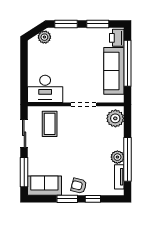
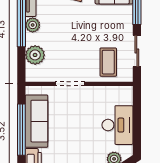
desk: (45, 89) -> (117, 125), moved, turned 90
plant: (115, 118) -> (35, 55), moved

